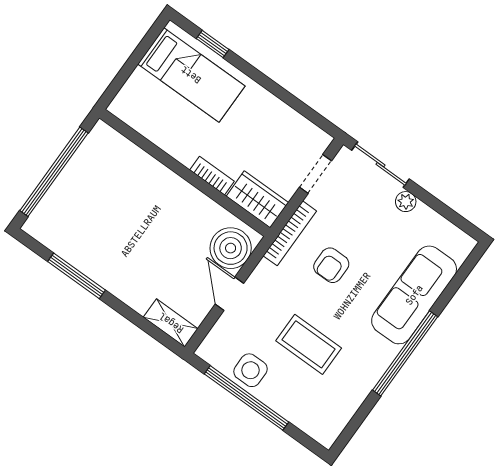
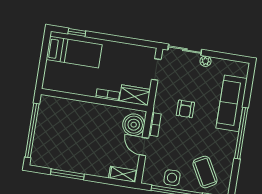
bookcase: (290, 233) -> (155, 124), moved, width x0.64
coffee table: (309, 344) -> (205, 172), moved, turned 61

